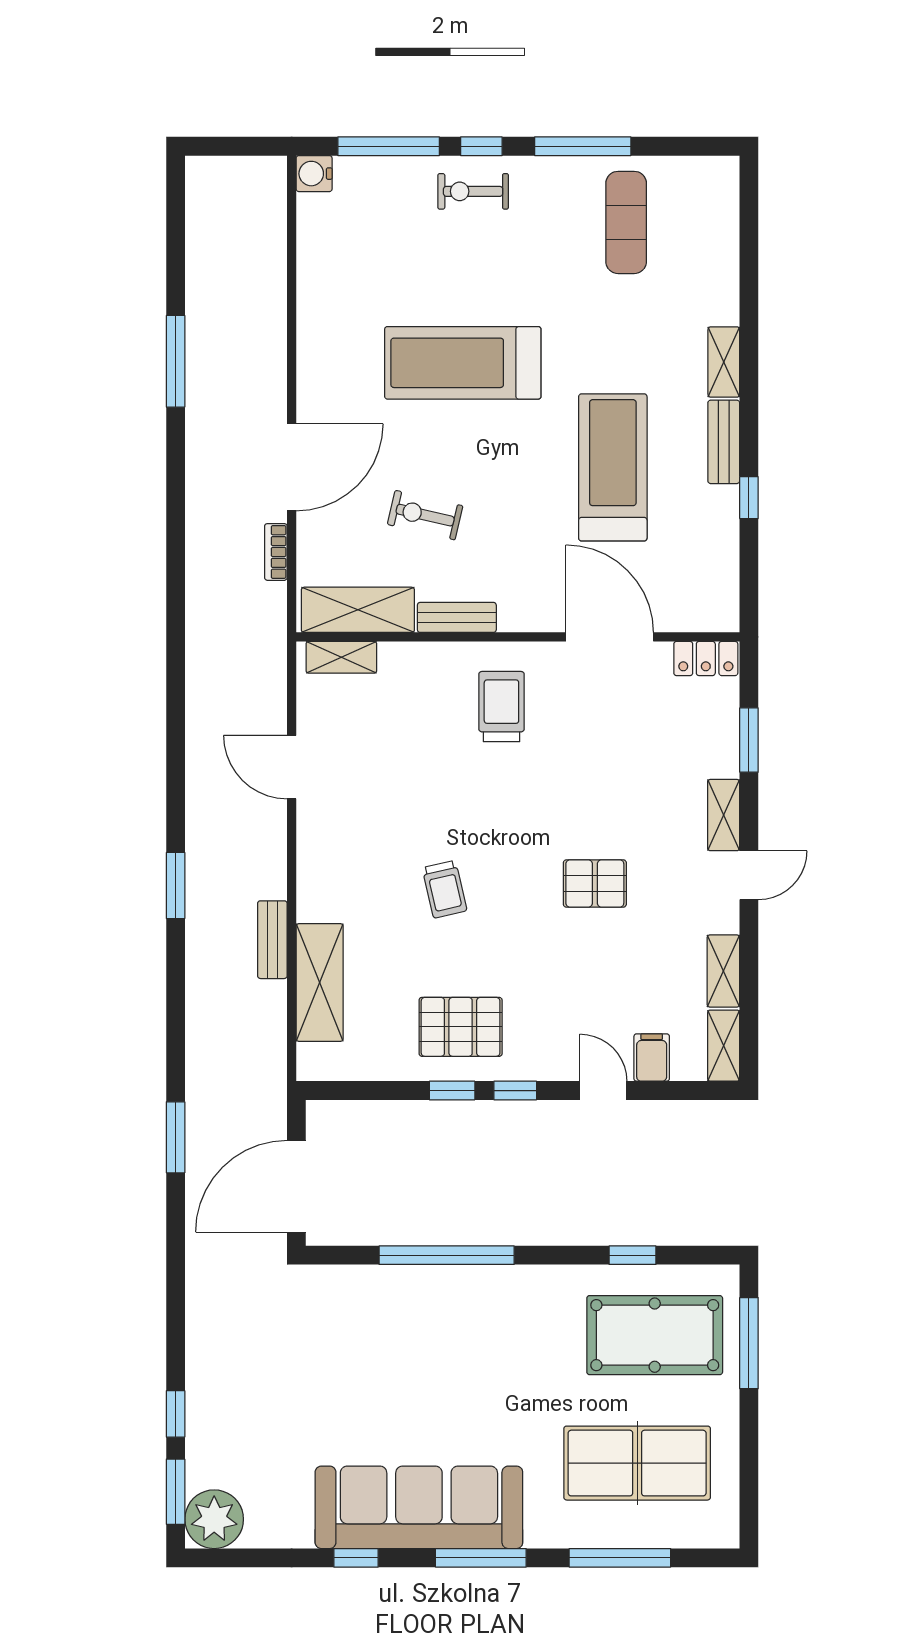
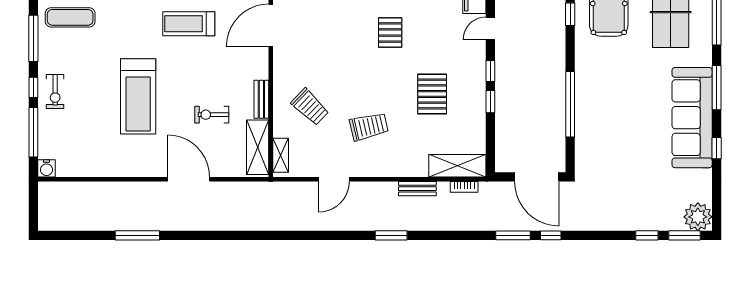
treadmill: (613, 467) -> (189, 24), width x0.73, depth x0.73
exercise bike: (425, 515) -> (212, 115), turned 77
bookcase: (276, 552) -> (464, 187), moved
trolley: (501, 707) -> (310, 107), moved, turned -136
trolley: (445, 889) -> (369, 127), moved, width x1.36, depth x1.39
shelving: (320, 982) -> (457, 166), moved
pallet: (461, 1027) -> (432, 94), moved
window: (176, 1216) -> (551, 235), added

